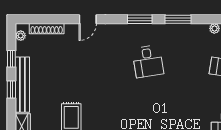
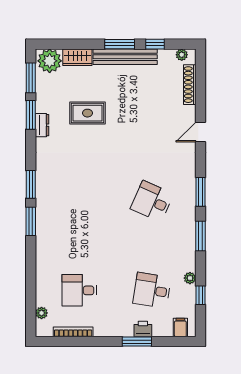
door: (88, 19) -> (201, 132), hinge flipped
desk: (148, 61) -> (152, 201), turned 33
window: (11, 89) -> (120, 44), width x1.50

